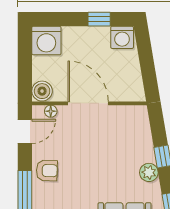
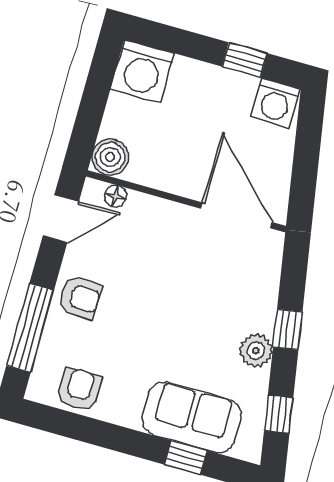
door: (88, 103) -> (236, 215), moved

